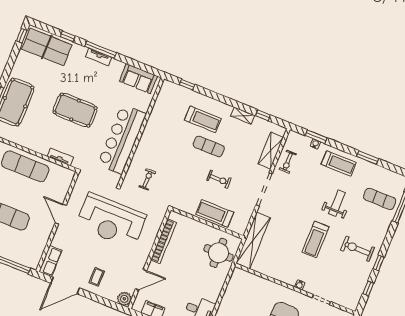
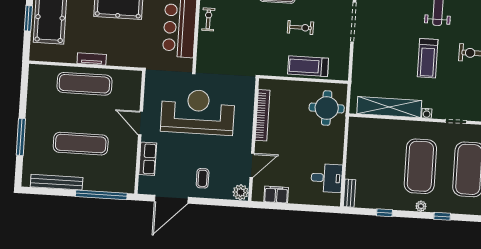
tv unit: (60, 157) -> (92, 59), moved
exercise bike: (147, 179) -> (208, 19), moved
reception desk: (111, 221) -> (198, 112), turned 180
shelving: (253, 241) -> (389, 107), moved, turned 90
row of seats: (51, 261) -> (148, 159), moved

